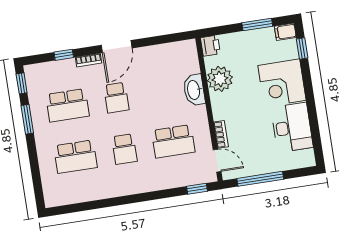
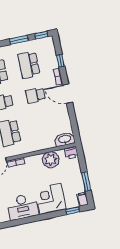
washbasin: (194, 90) -> (65, 139), moved

